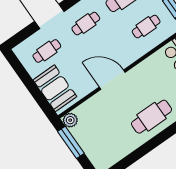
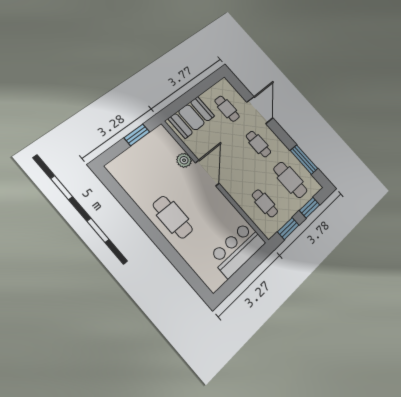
plant: (70, 120) -> (184, 160), moved
window: (71, 142) -> (137, 135), width x0.69

